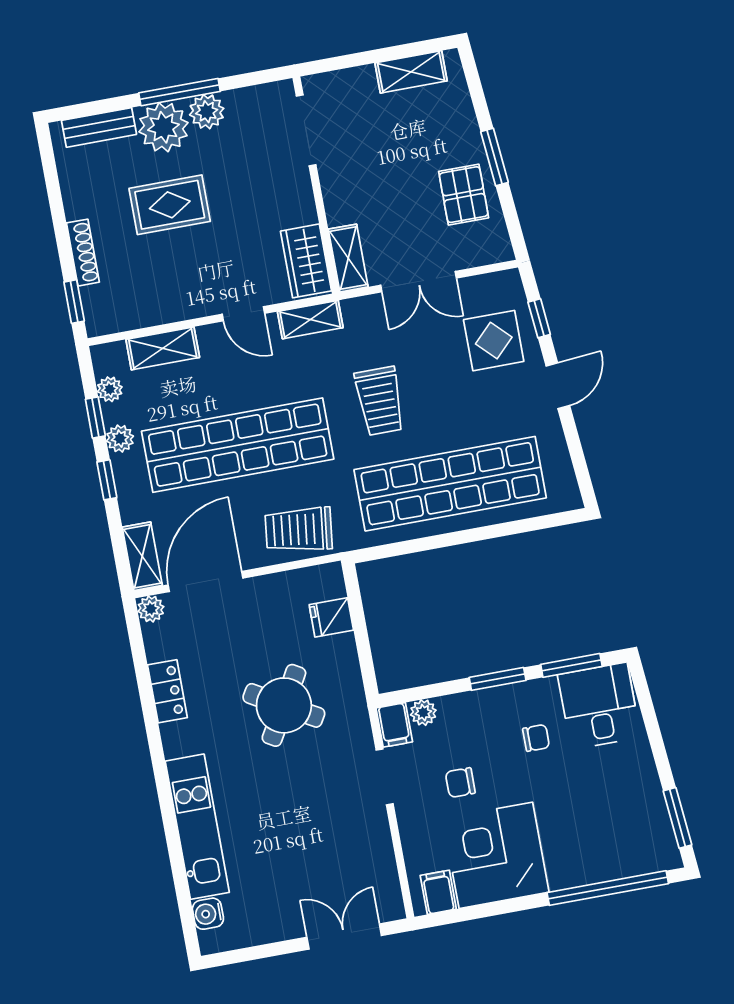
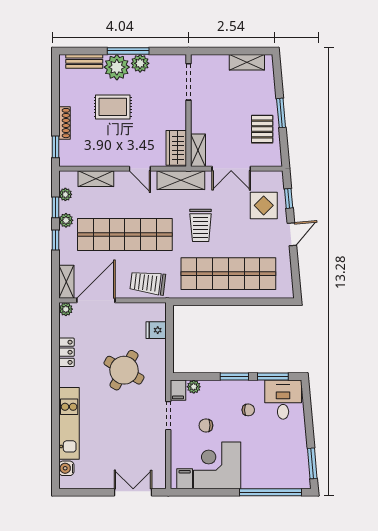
shelving: (310, 320) -> (181, 180), width x1.50, depth x1.33

